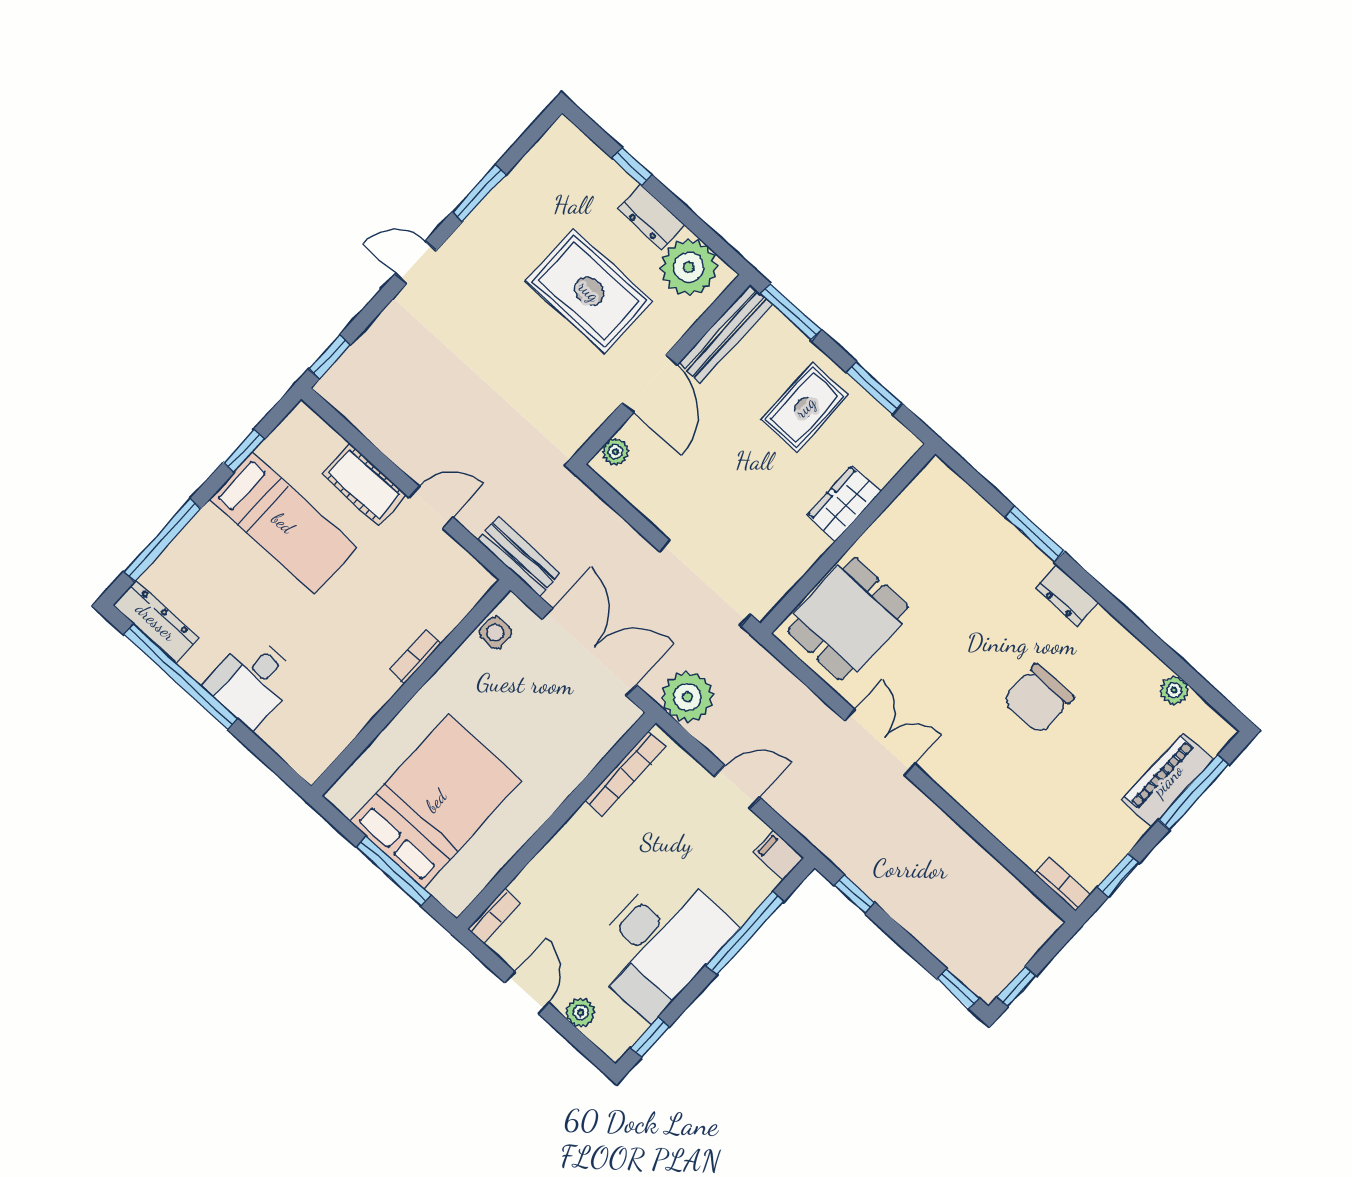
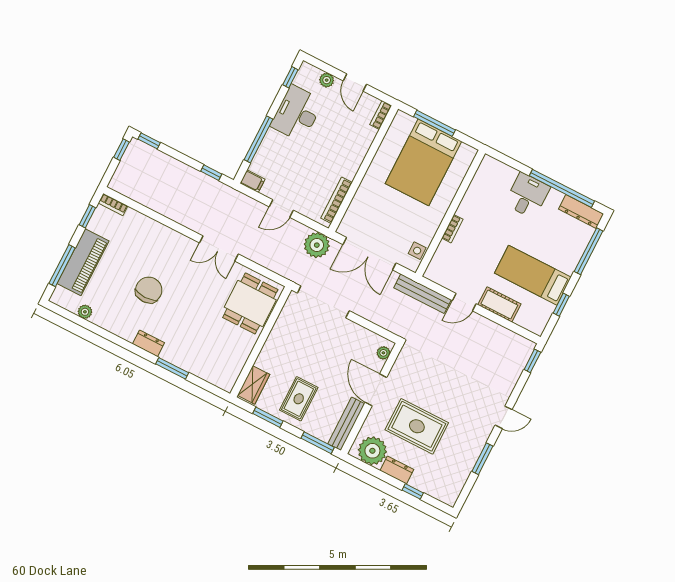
wardrobe: (844, 504) -> (254, 385), moved
bench: (519, 556) -> (423, 294), width x1.36
piano: (1168, 780) -> (83, 262), width x1.37, depth x1.33
desk: (659, 943) -> (297, 113), width x0.73, depth x0.77

